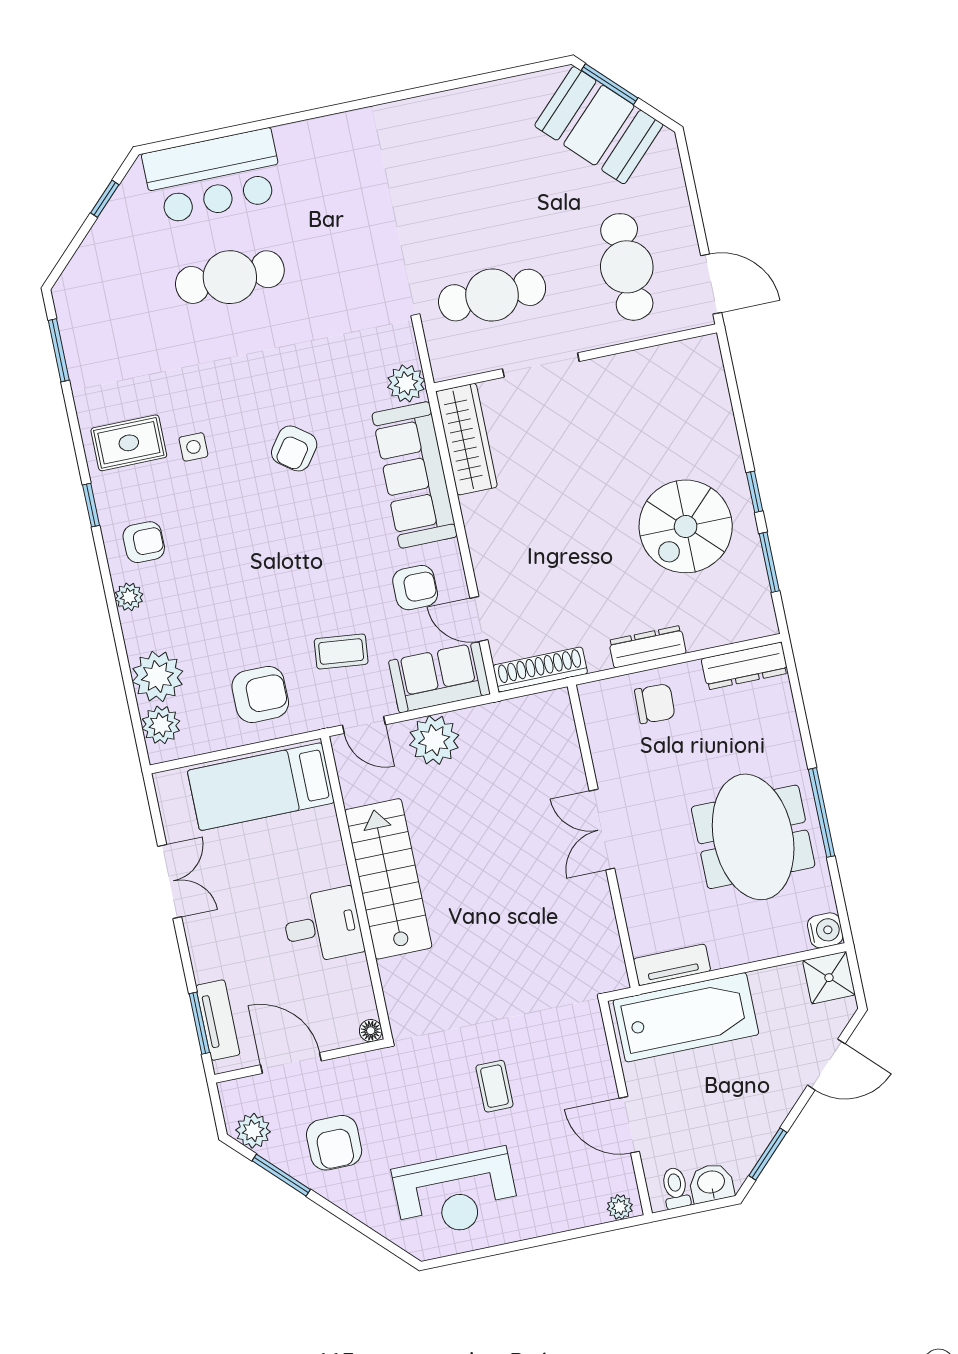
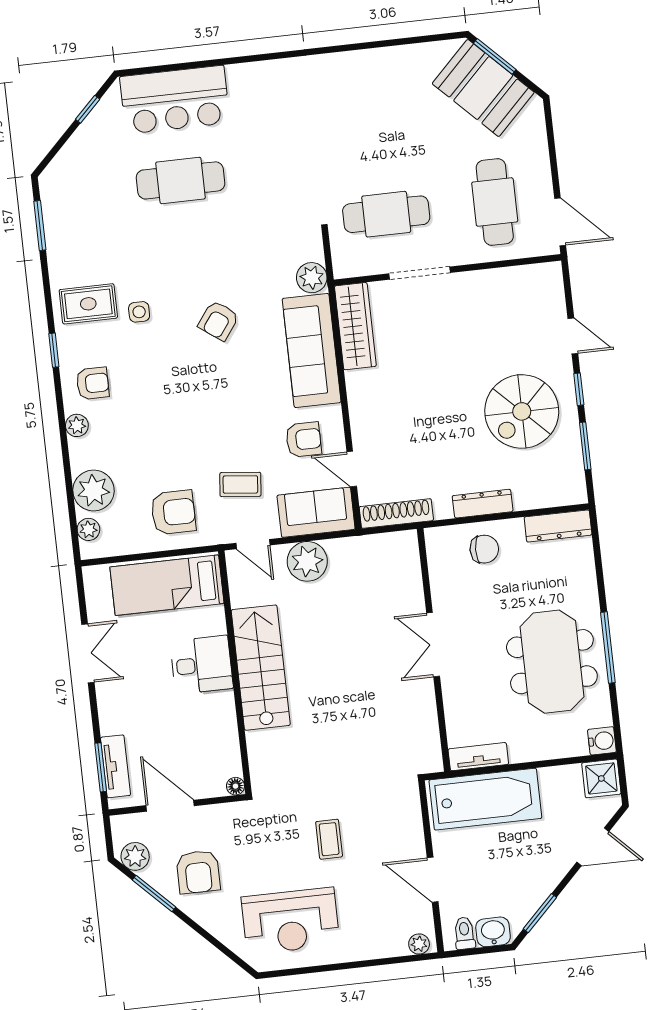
door: (741, 426) -> (573, 336), added
plant: (161, 725) -> (88, 529), width x0.73, depth x0.73
desk: (323, 926) -> (201, 665), moved

